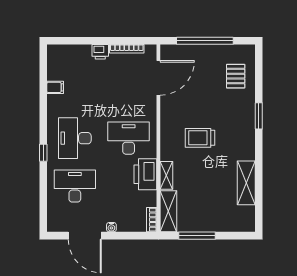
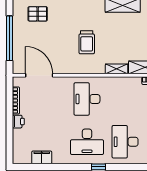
filing cabinet: (55, 87) -> (42, 157), width x2.00
printer: (145, 174) -> (116, 86), removed

